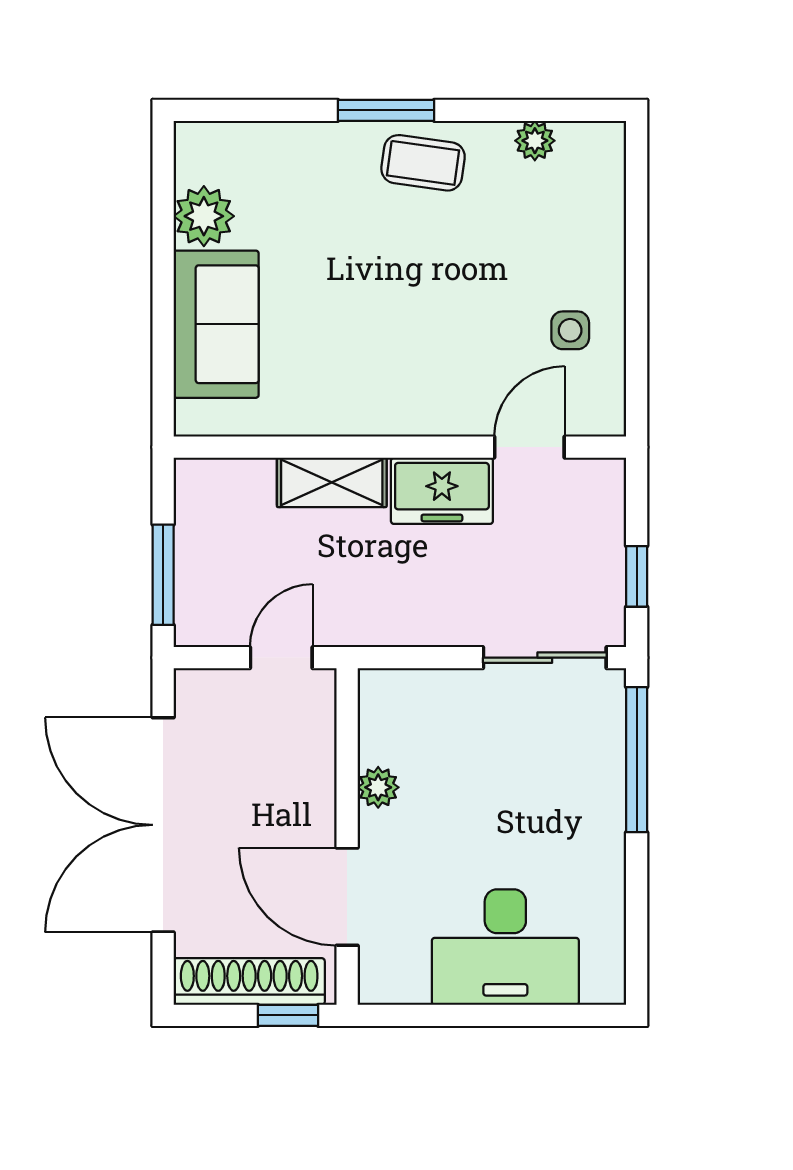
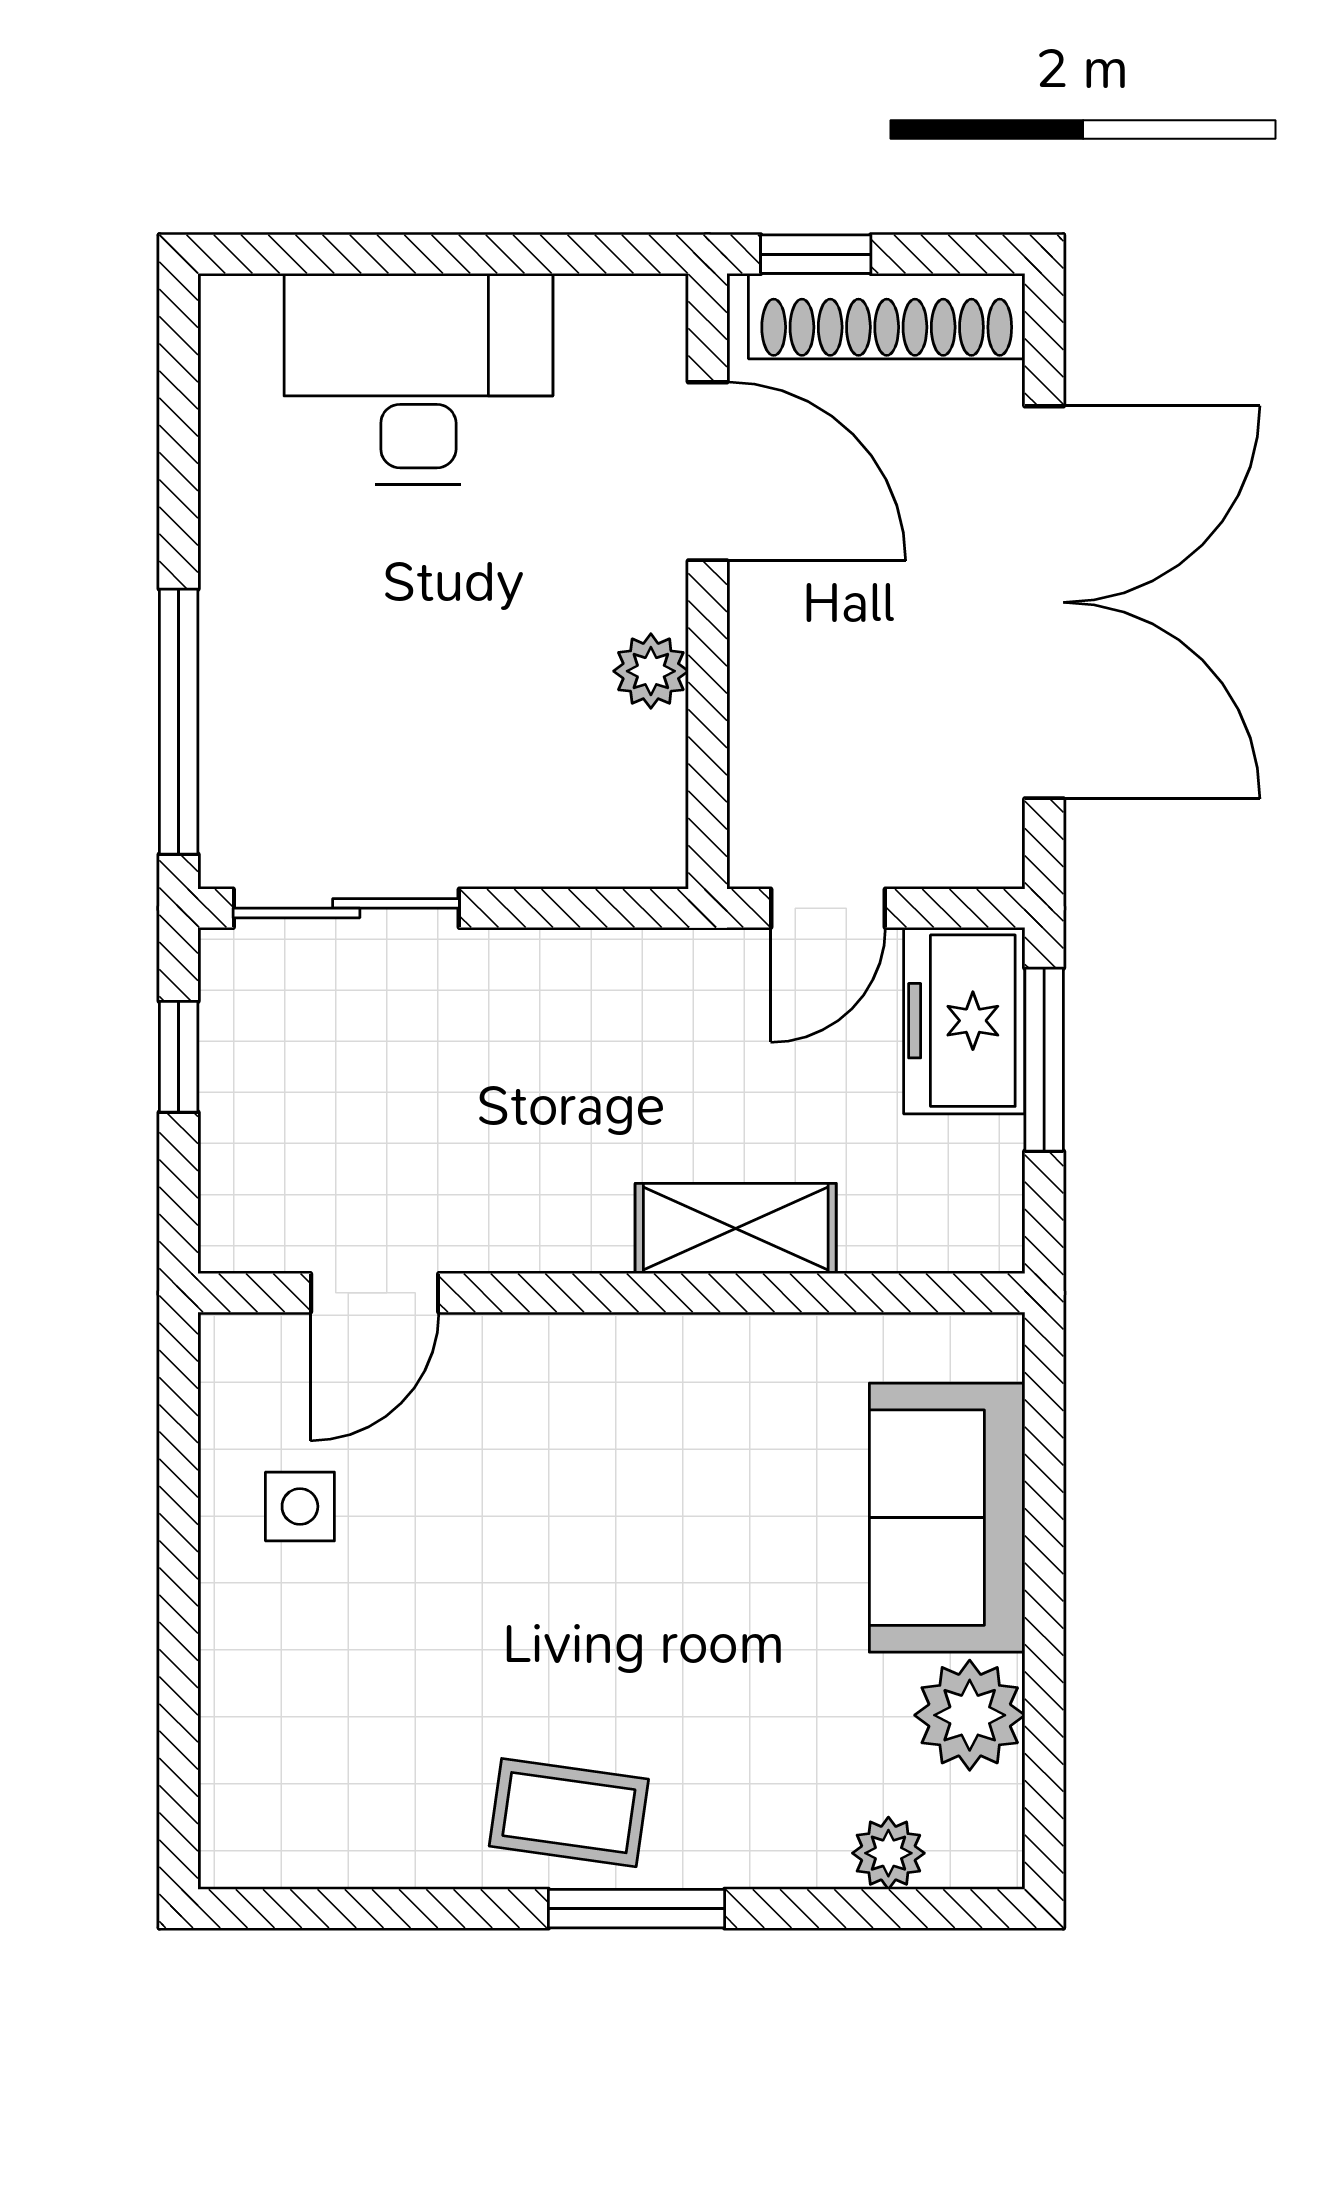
plant: (535, 141) -> (888, 1853), moved
freezer: (442, 491) -> (964, 1021), moved, turned -90

